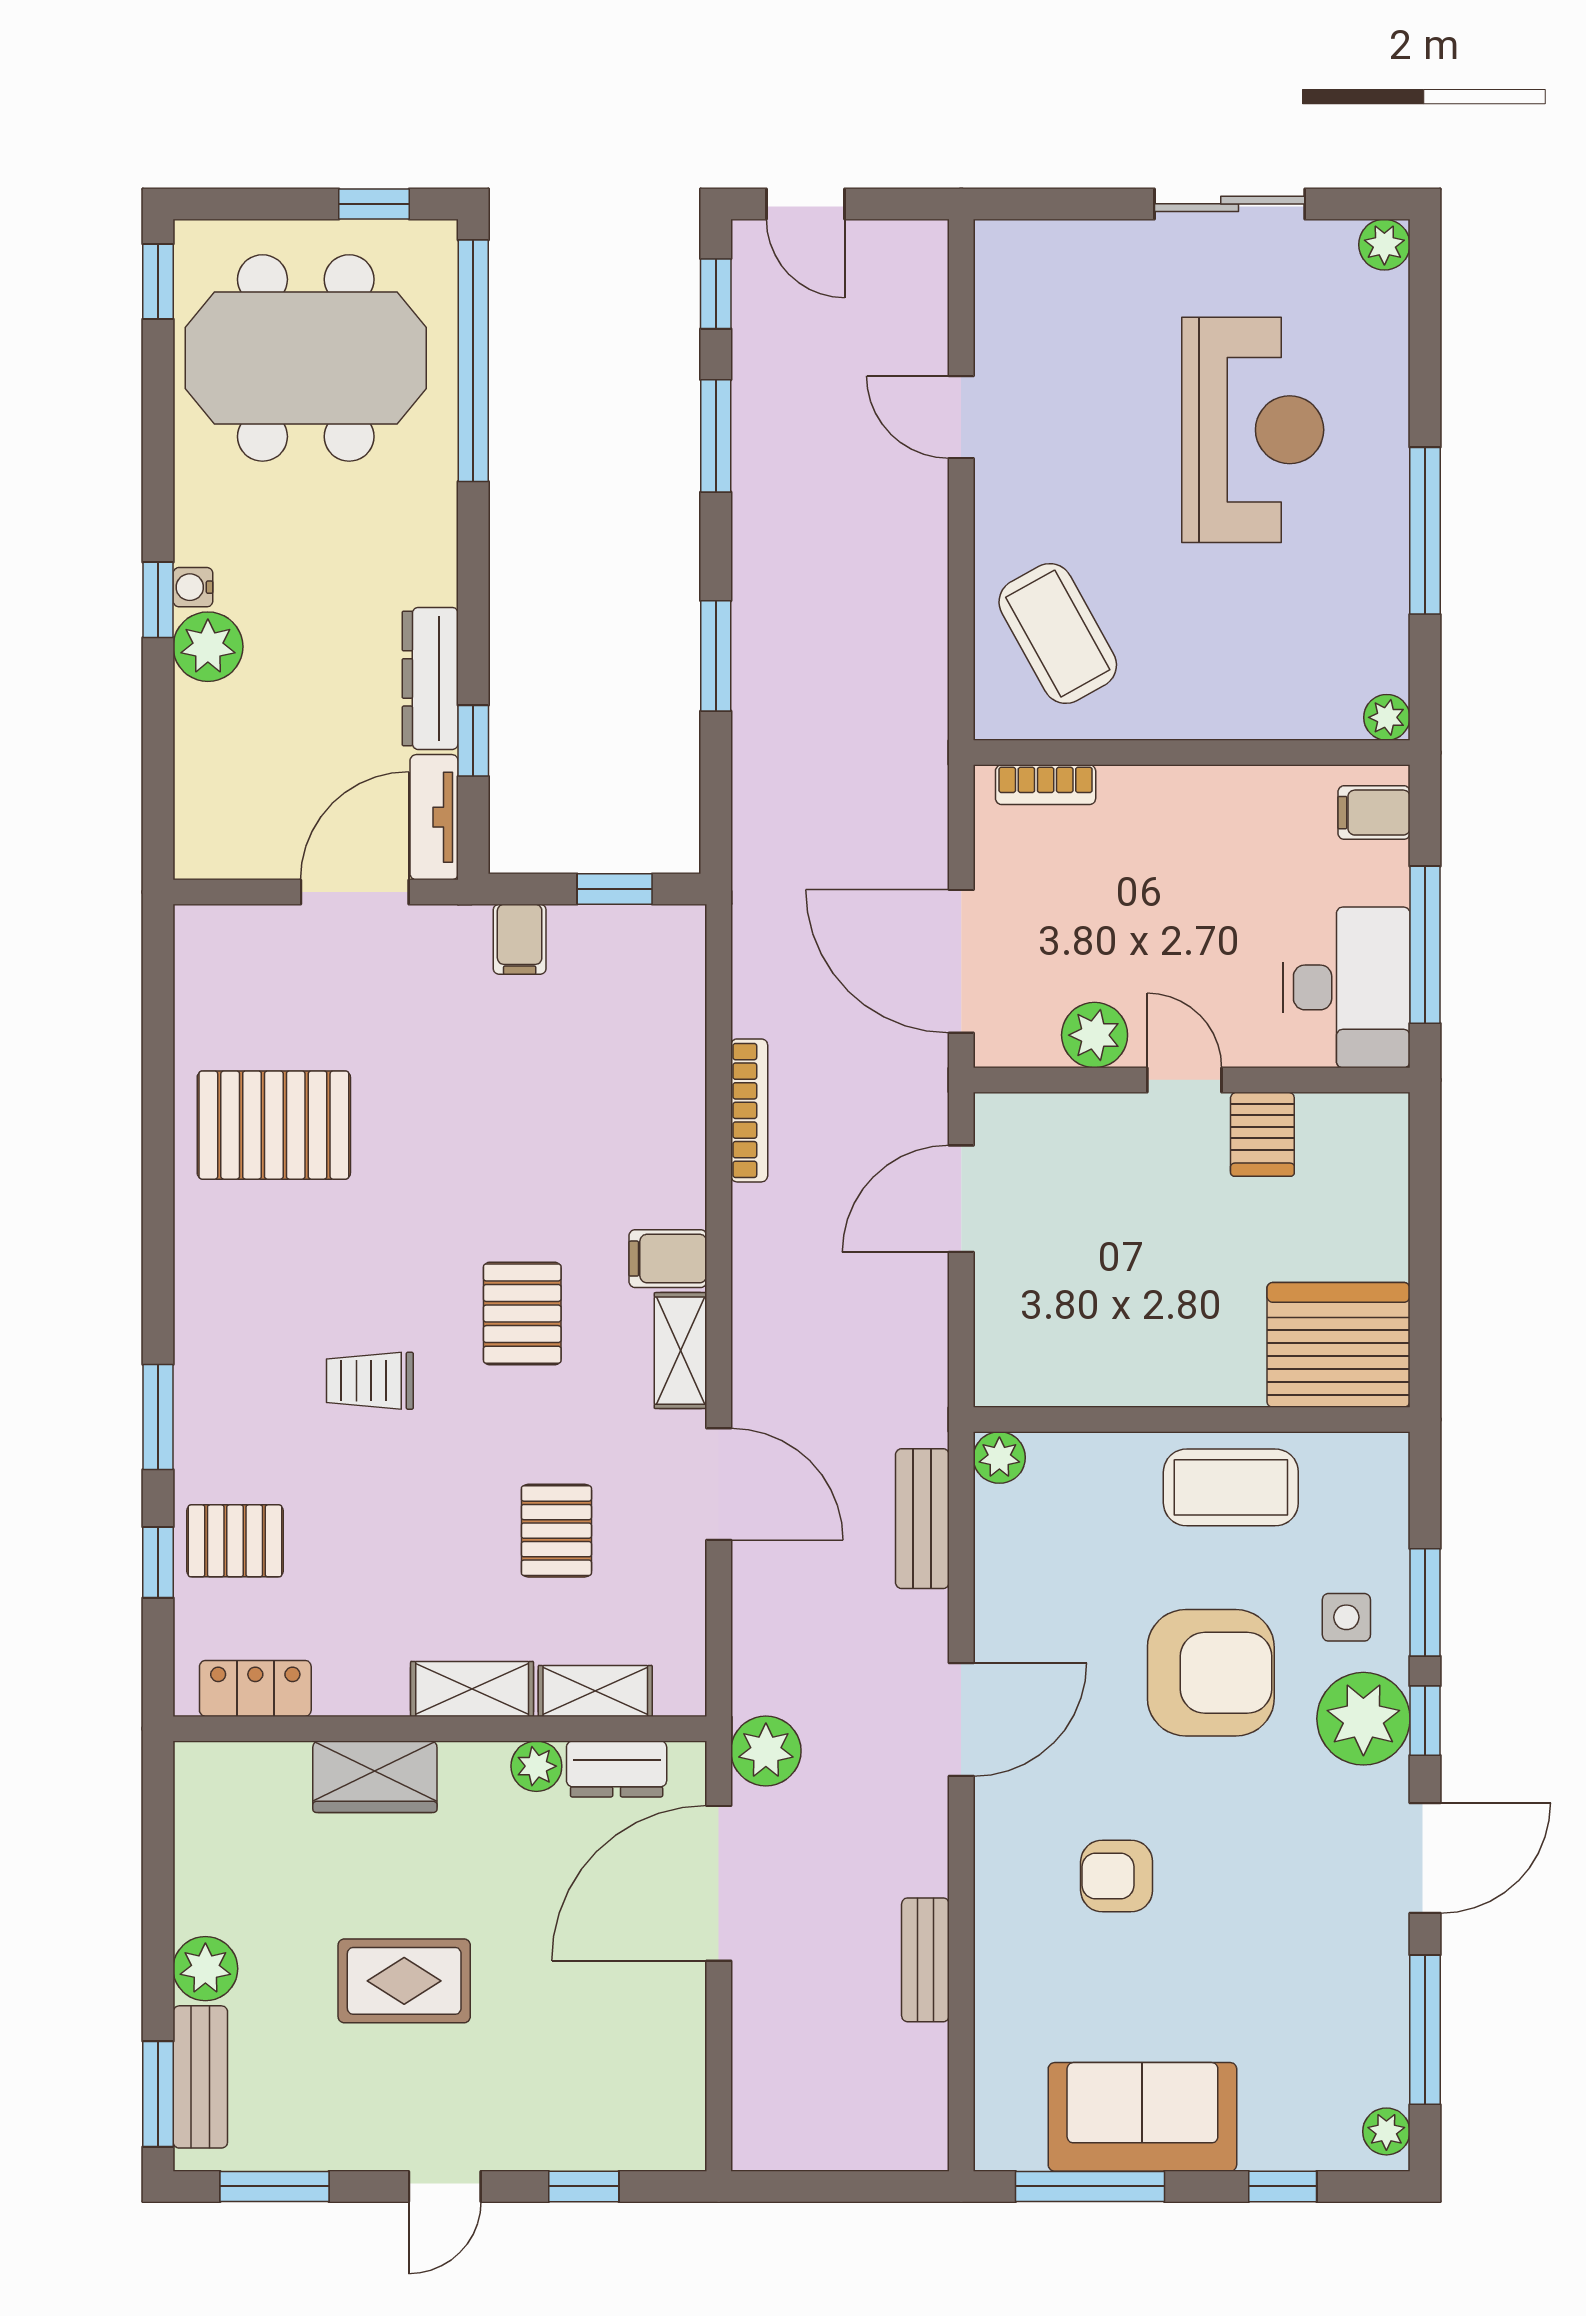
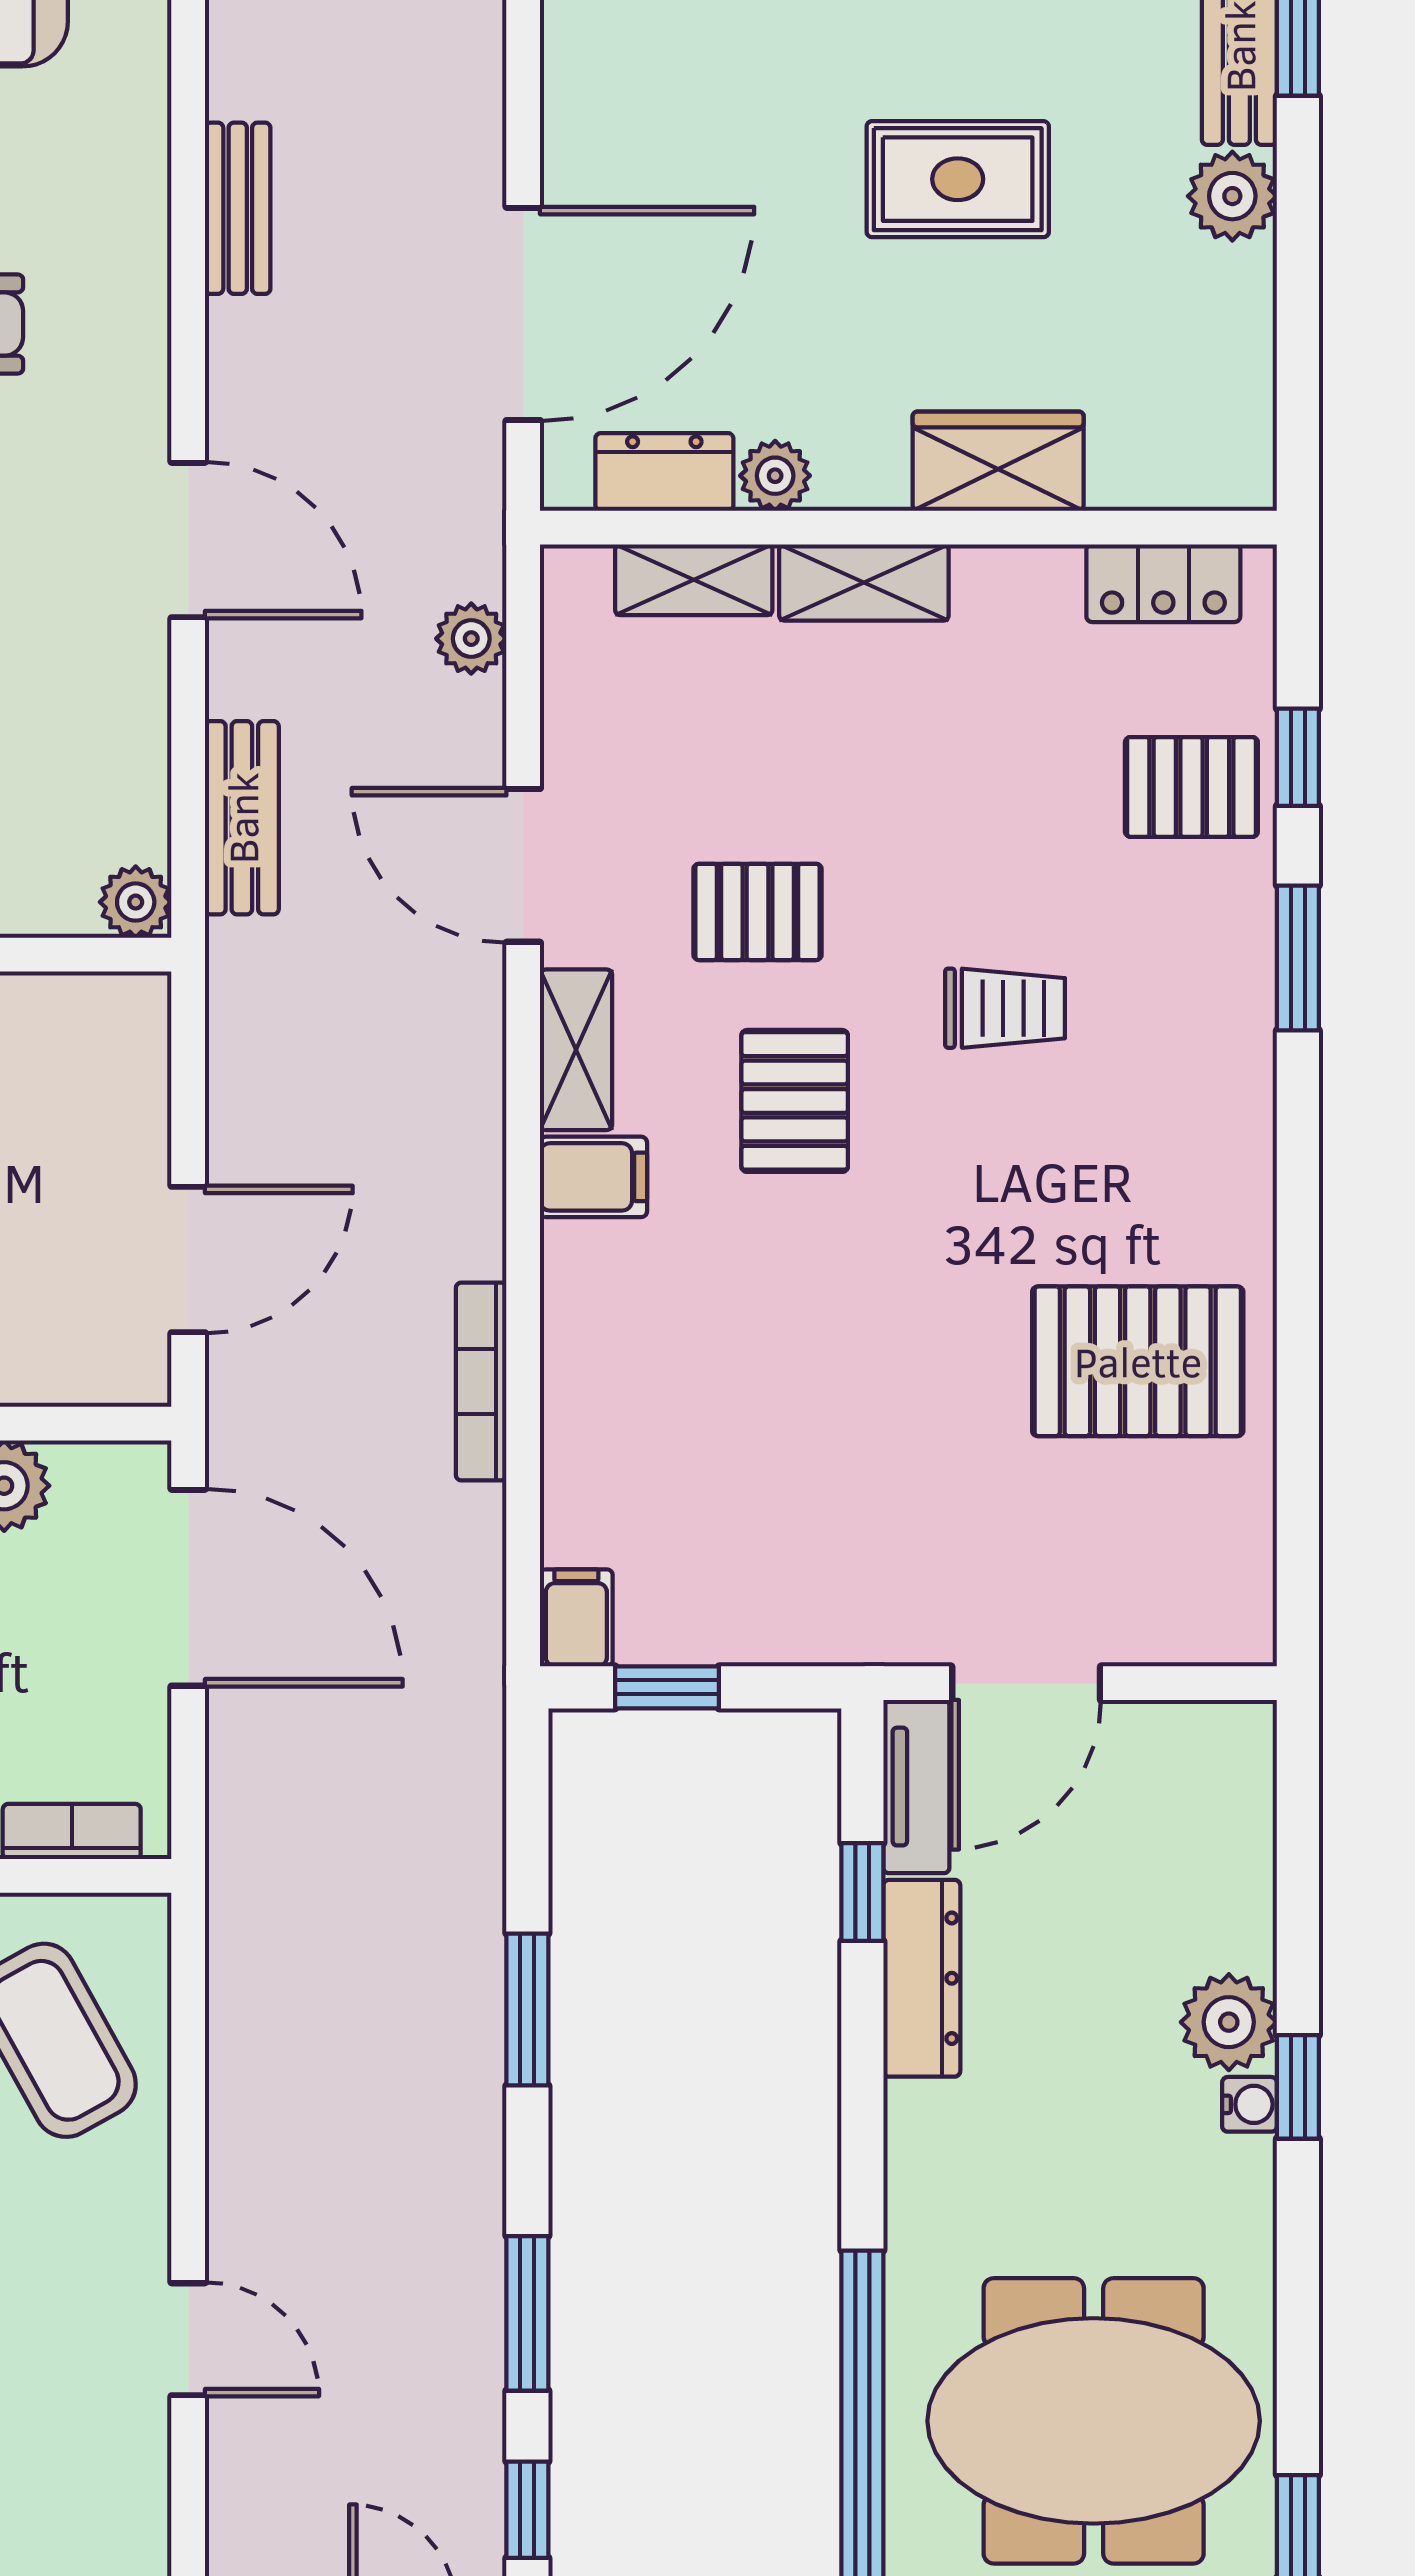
filing cabinet: (520, 939) -> (576, 1618), moved
pallet: (556, 1531) -> (757, 912), moved, turned 90
door: (961, 1720) -> (188, 540), swing flipped
plant: (766, 1751) -> (471, 639), moved, width x0.73, depth x0.73

